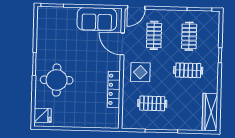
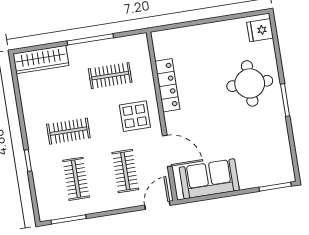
wardrobe: (210, 112) -> (41, 60), moved, turned 90

